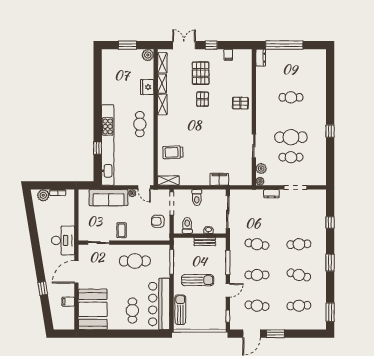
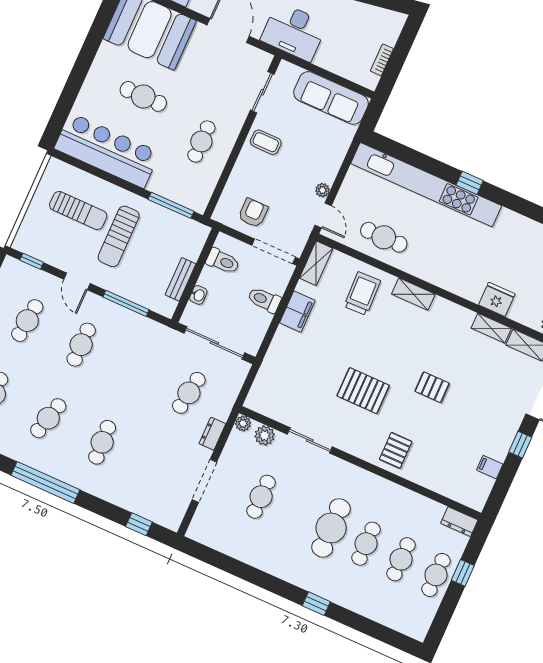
window: (284, 45) -> (463, 573), width x0.32
cafe table: (291, 57) -> (436, 575), added
pallet: (201, 73) -> (363, 391), moved
cafe table: (291, 77) -> (401, 559), added
shelving: (162, 104) -> (413, 294), moved
cafe table: (140, 124) -> (384, 237), moved
window: (330, 131) -> (316, 604), moved
cafe table: (291, 137) -> (331, 528), moved
window: (98, 148) -> (470, 183), moved
filing cabinet: (219, 179) -> (297, 312), moved
door: (144, 187) -> (323, 215), swing flipped
plant: (43, 195) -> (389, 32), removed
sofa: (108, 198) -> (331, 98), moved, turned -90
window: (330, 222) -> (139, 524), moved
cafe table: (257, 244) -> (189, 393), moved
cafe table: (135, 261) -> (201, 141), width x0.73, depth x0.74
window: (330, 263) -> (45, 482), width x2.11
cafe table: (132, 310) -> (143, 96), moved
sun lounger: (180, 310) -> (78, 211), moved

